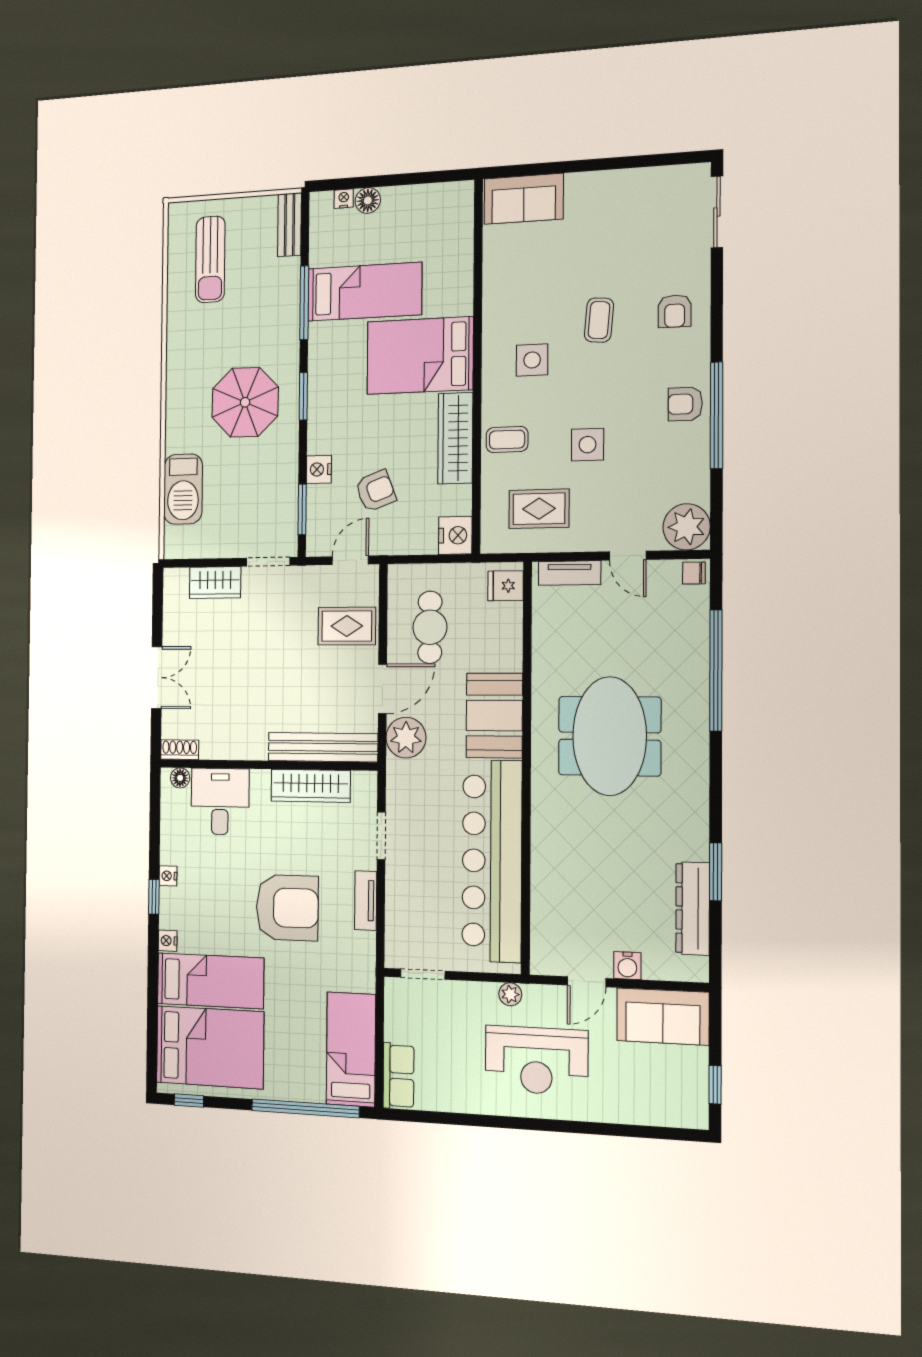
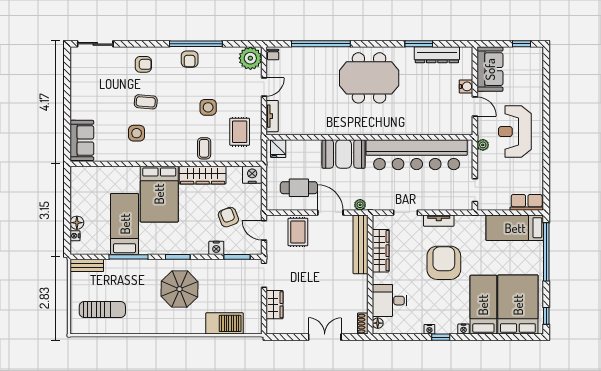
side table: (532, 360) -> (137, 133), moved
meeting table: (610, 736) -> (369, 78), moved
plant: (406, 738) -> (360, 205), width x0.53, depth x0.53
reception desk: (536, 1060) -> (515, 132), turned 180

